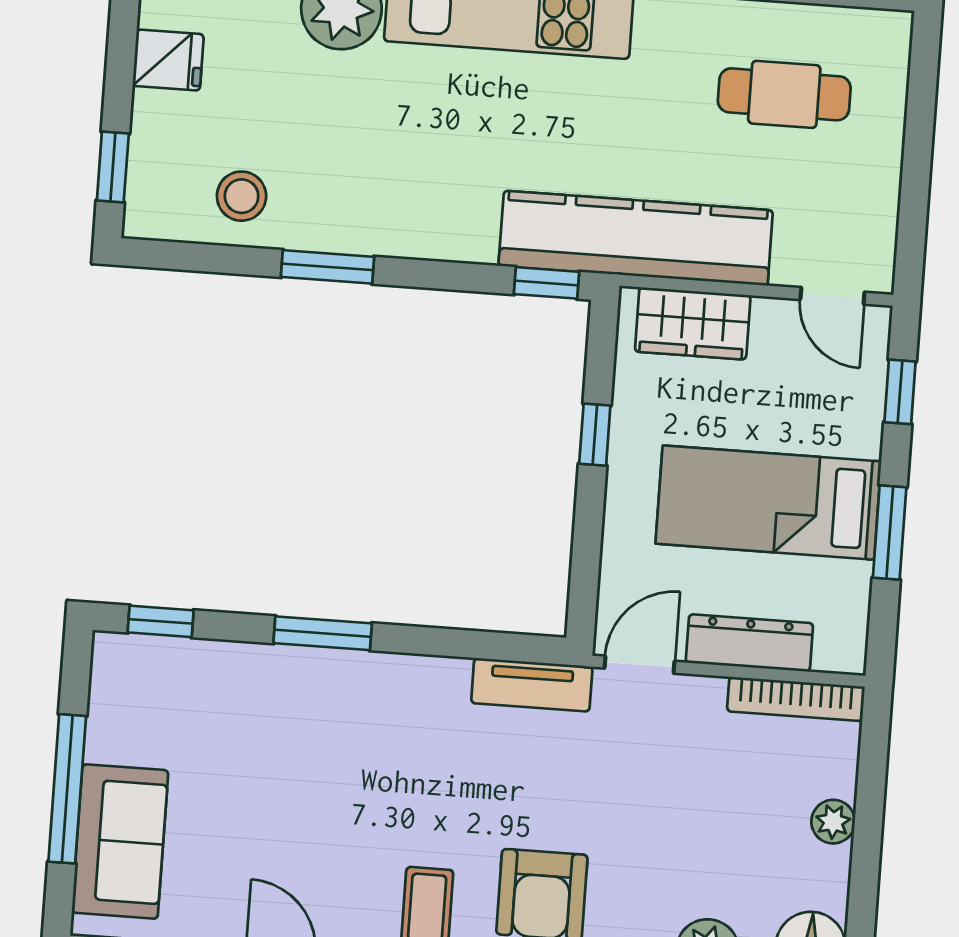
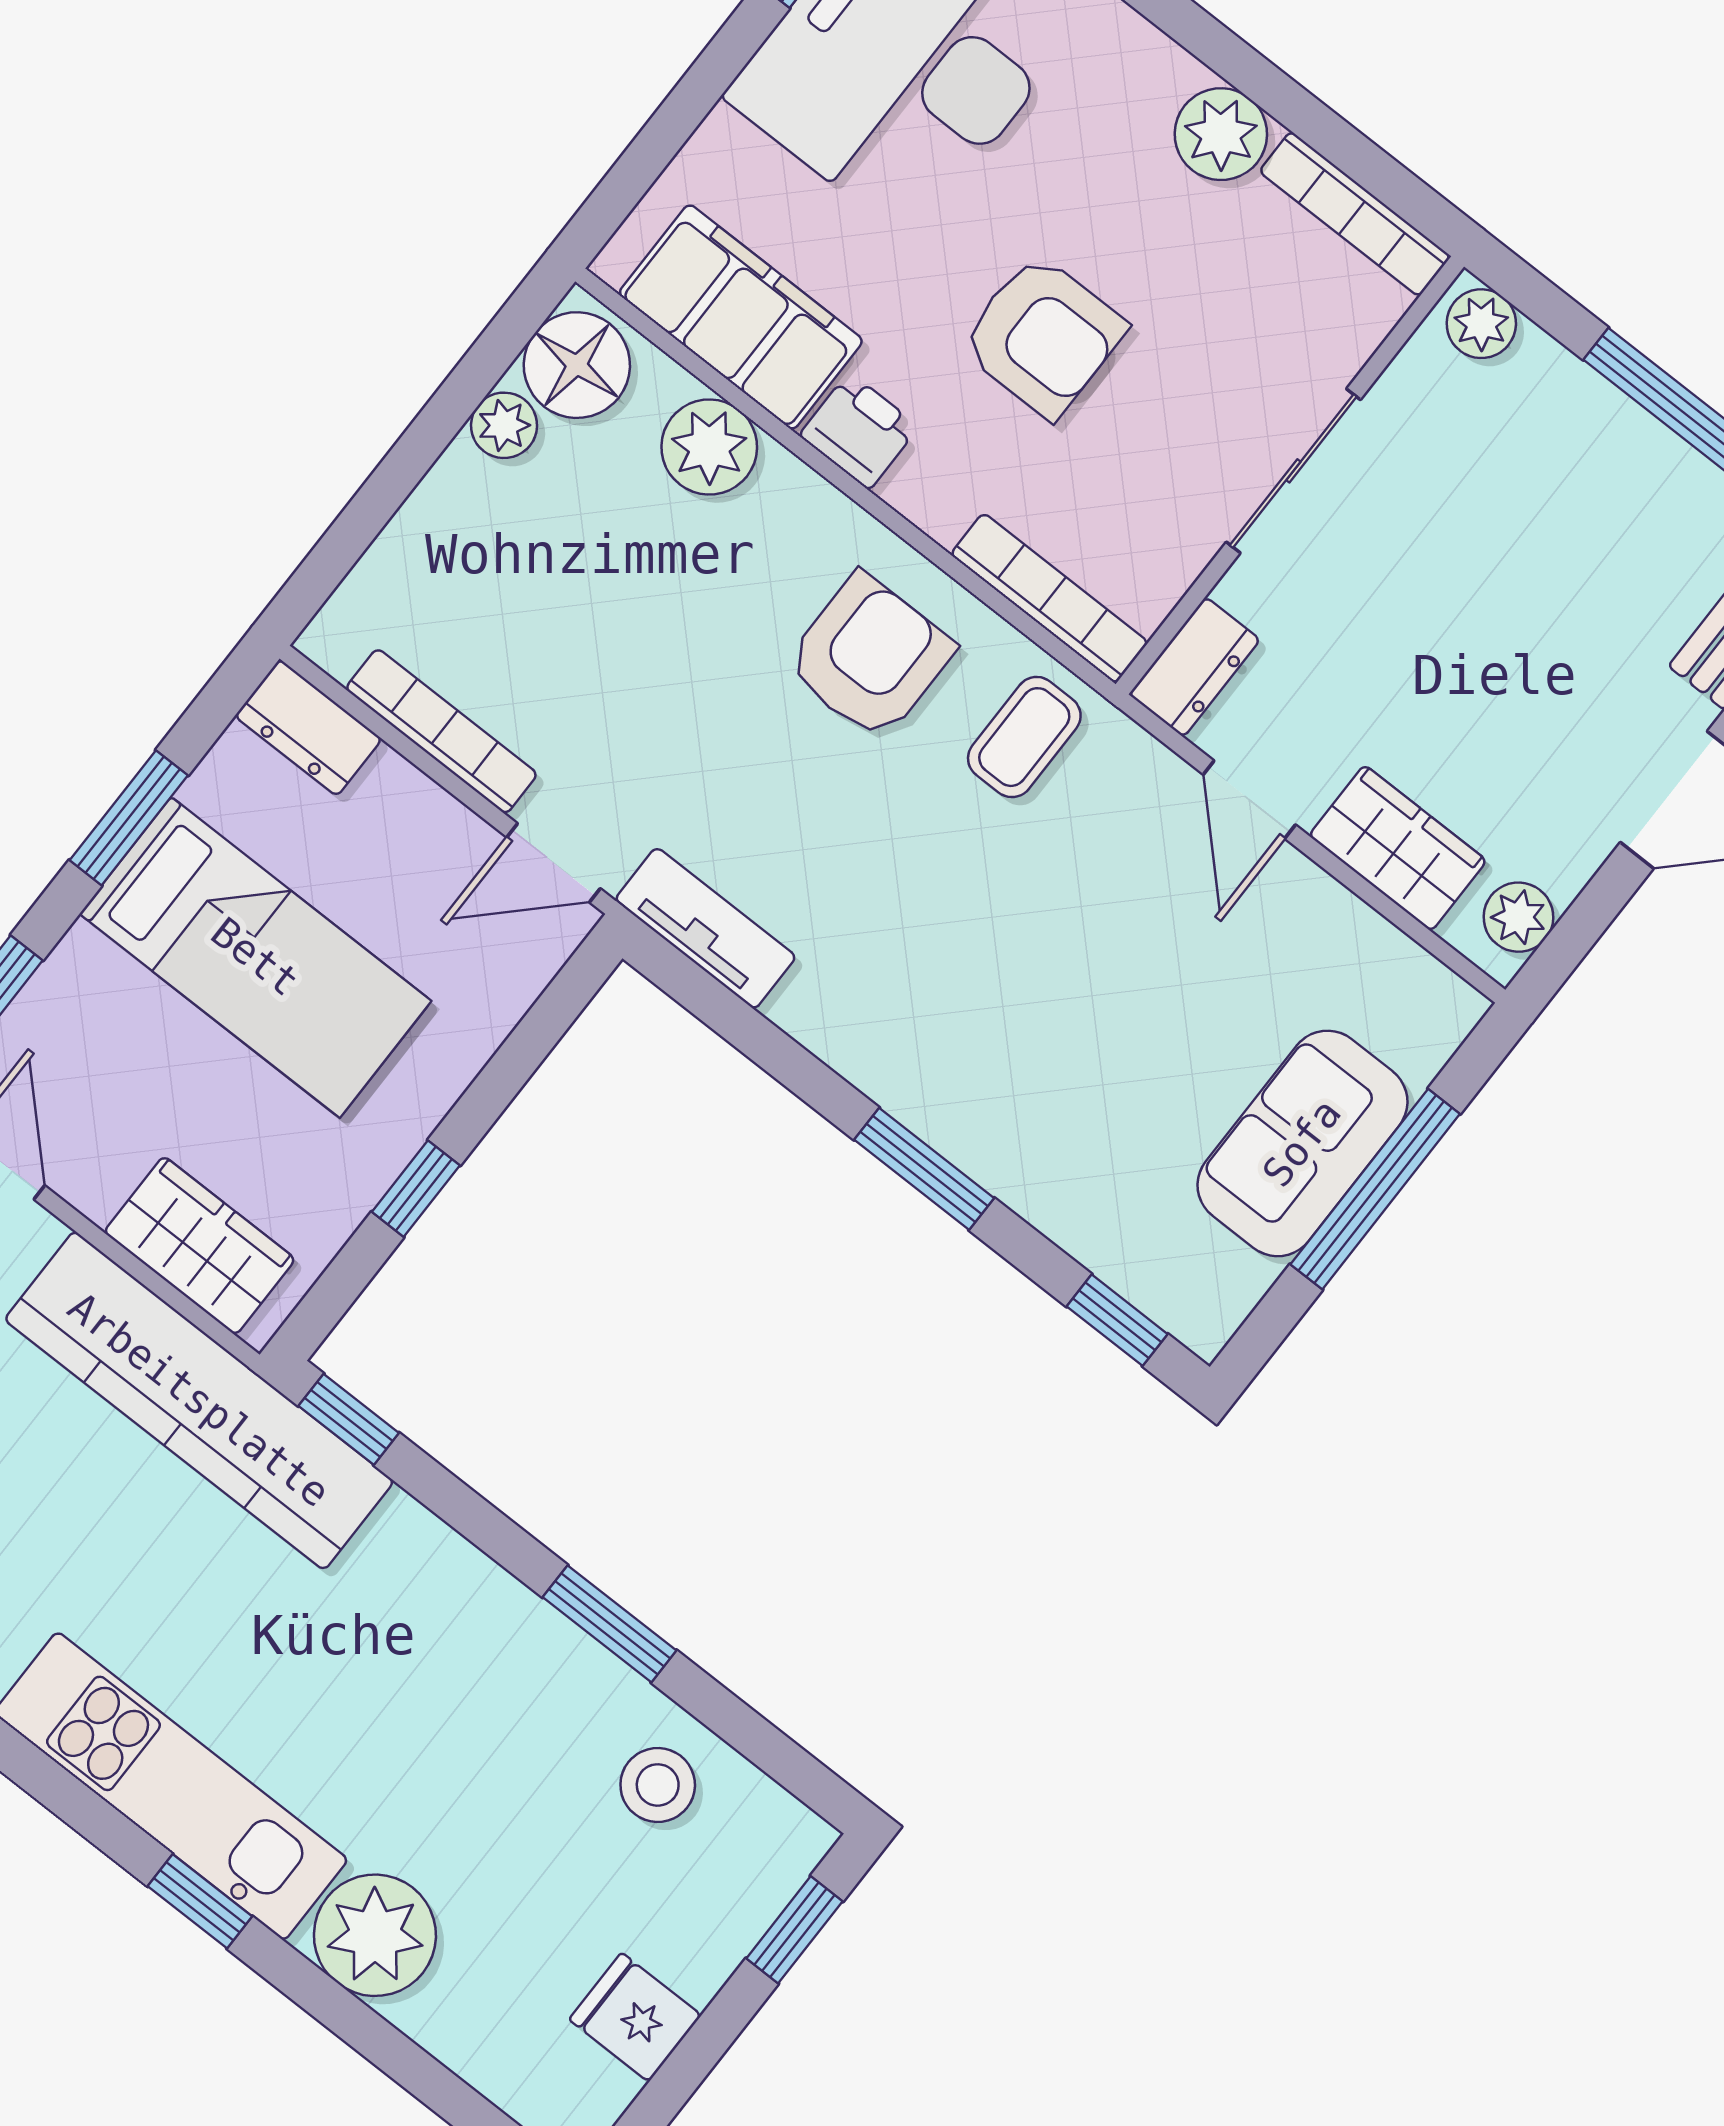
dresser: (749, 643) -> (308, 728), moved, width x0.70
bookcase: (796, 699) -> (441, 731), moved
plant: (833, 822) -> (504, 425), moved
sofa: (120, 841) -> (1302, 1143), moved

